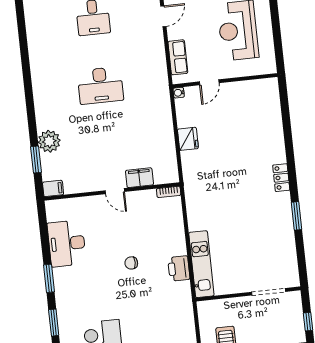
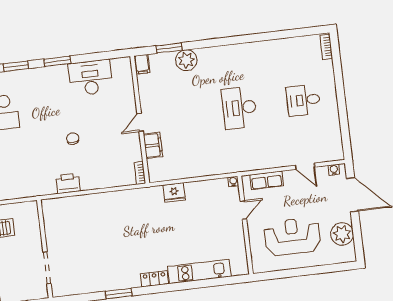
door: (209, 82) -> (243, 210), swing flipped
fridge: (188, 139) -> (174, 192), moved
kitchen unit: (201, 264) -> (199, 271), moved, turned 180

